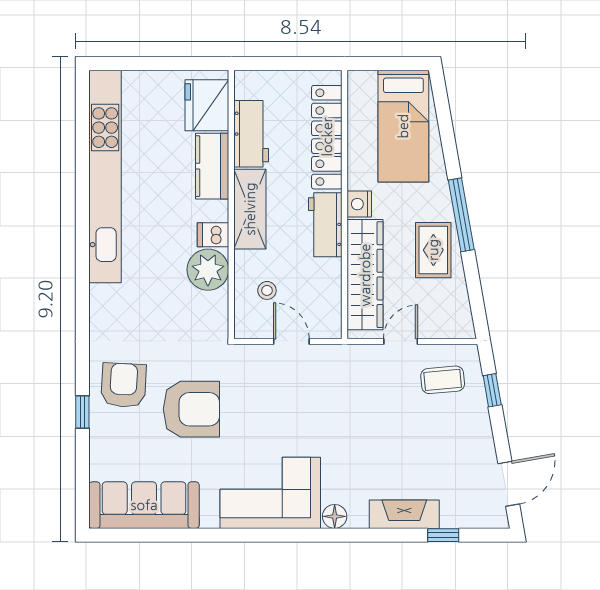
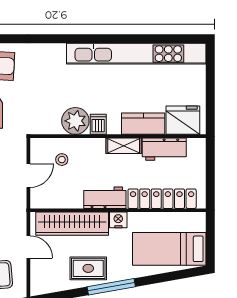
shelving: (250, 209) -> (124, 146), width x0.67, depth x0.75

